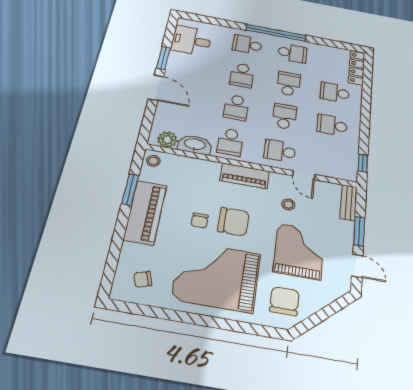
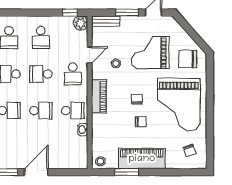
plant: (167, 140) -> (81, 23), moved
washbasin: (195, 145) -> (83, 130), width x0.52, depth x0.69
chair: (233, 222) -> (137, 99), width x0.54, depth x0.54

